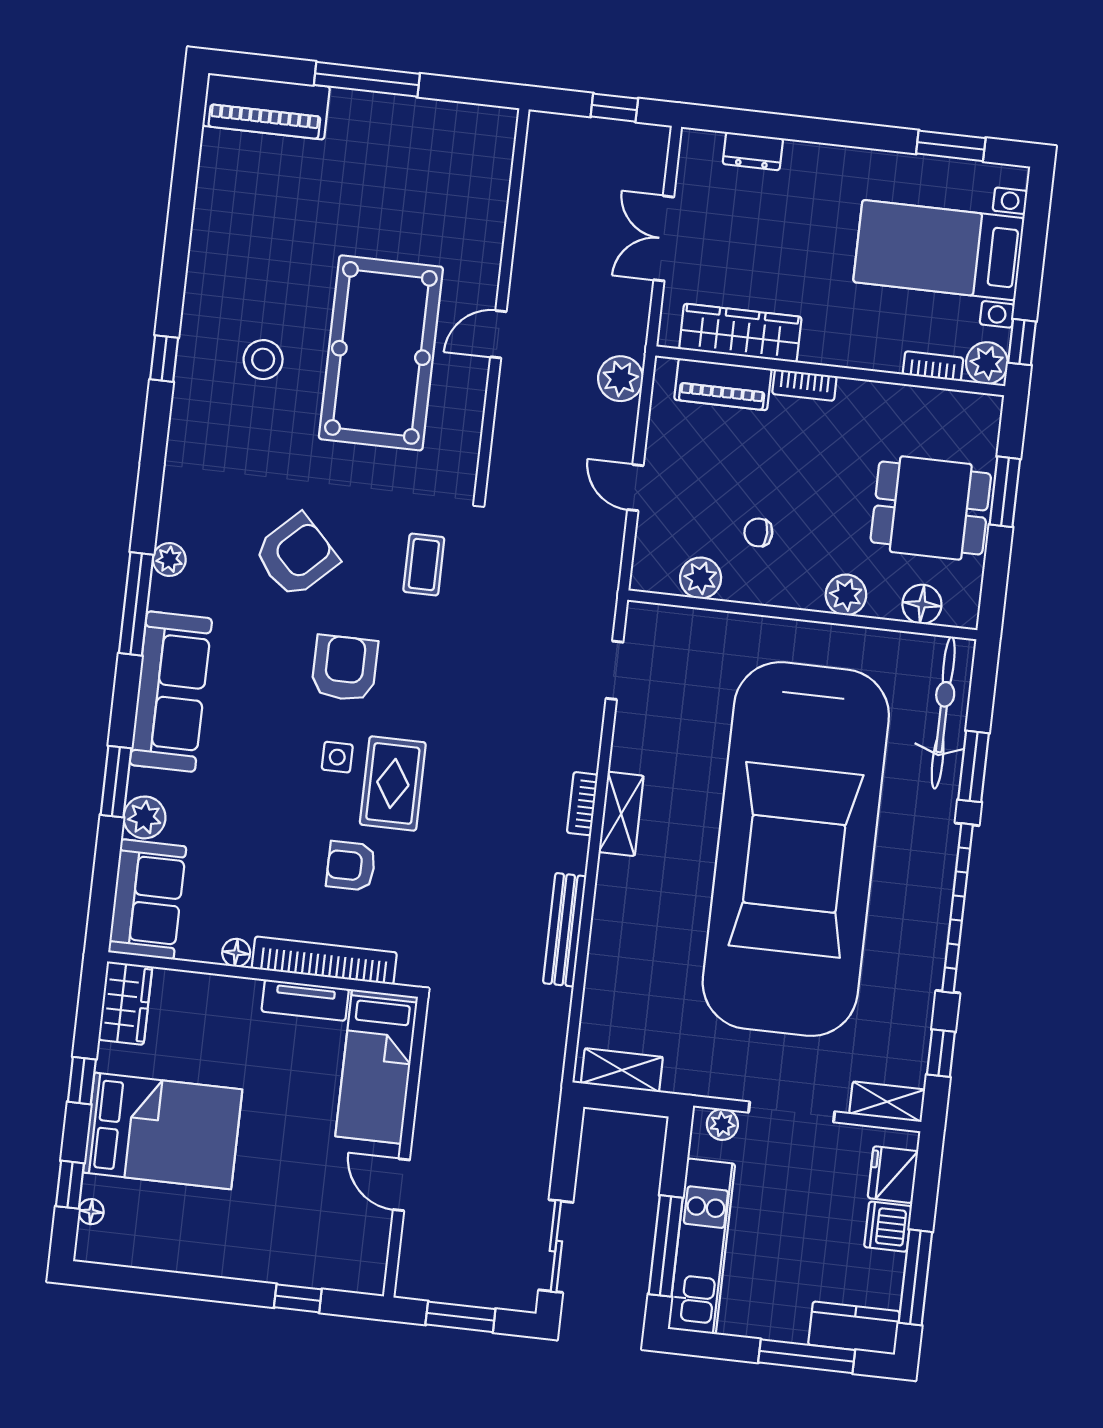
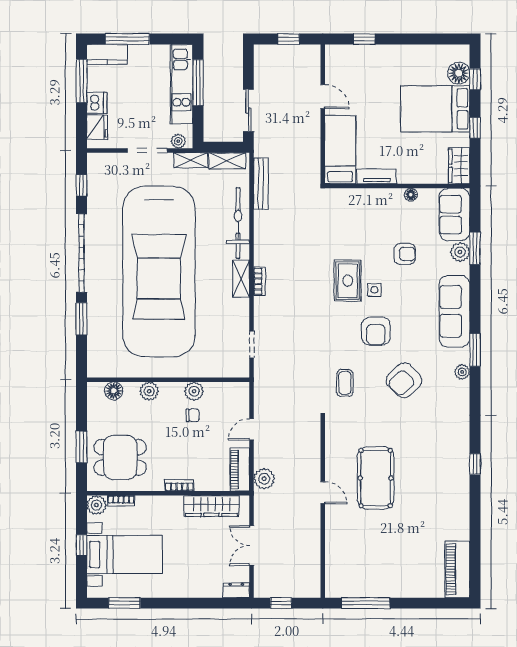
window: (367, 79) -> (366, 603), moved
piano: (266, 106) -> (457, 569), moved, turned -90
dresser: (753, 151) -> (236, 590), moved
double door: (664, 238) -> (252, 545), swing flipped
door: (498, 334) -> (323, 493), hinge flipped
window: (1022, 342) -> (81, 545), moved
pool table: (381, 353) -> (376, 478), width x0.73, depth x0.76
stool: (263, 360) -> (429, 469), removed
piano: (723, 384) -> (240, 470), moved, turned -90
door: (635, 488) -> (252, 429), swing flipped
dining table: (931, 508) -> (120, 457), moved
plant: (701, 578) -> (194, 391), moved
window: (136, 604) -> (475, 350), width x0.69
bicycle: (943, 713) -> (238, 223), moved, turned 180
window: (116, 782) -> (475, 248), moved
car: (796, 849) -> (159, 272), turned 180
armchair: (351, 866) -> (405, 254), moved
bench: (565, 930) -> (261, 184), moved
bookcase: (324, 961) -> (370, 196), removed
shelving: (887, 1102) -> (191, 160), moved
floor lamp: (91, 1212) -> (459, 73), width x1.89, depth x1.89
sliding door: (556, 1246) -> (248, 110), moved
window: (460, 1317) -> (289, 39), width x0.67

